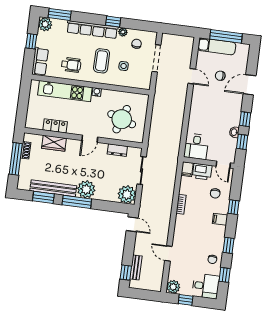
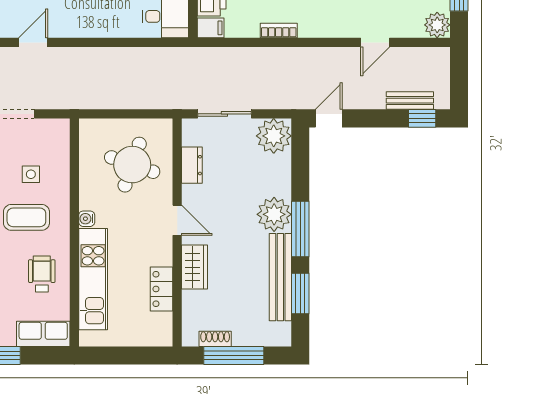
wardrobe: (54, 143) -> (195, 267), moved

